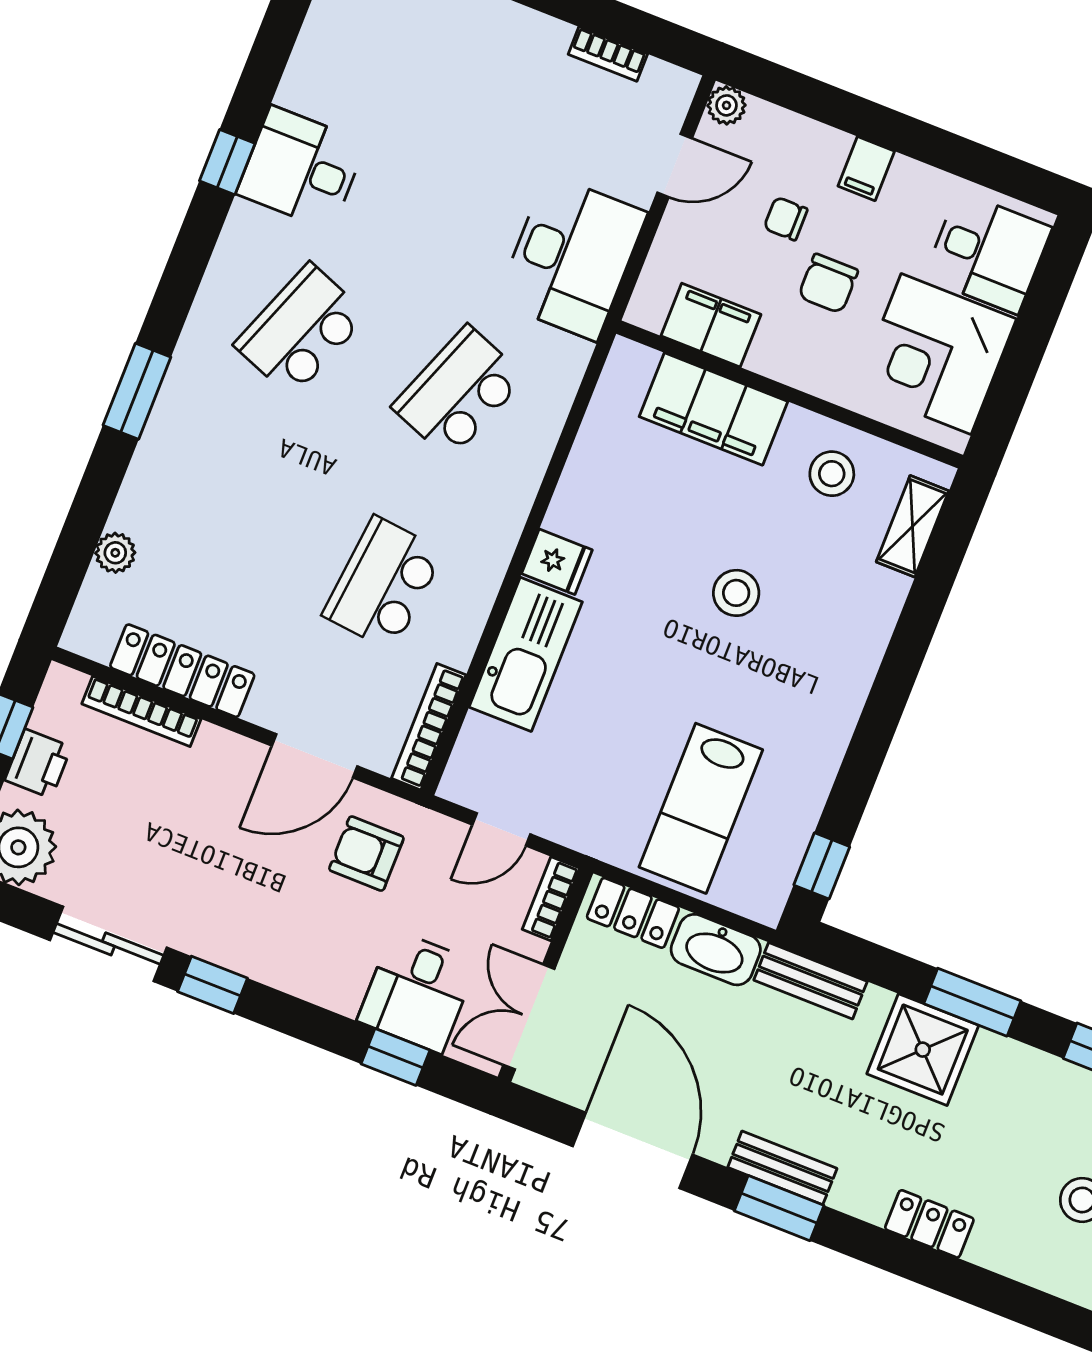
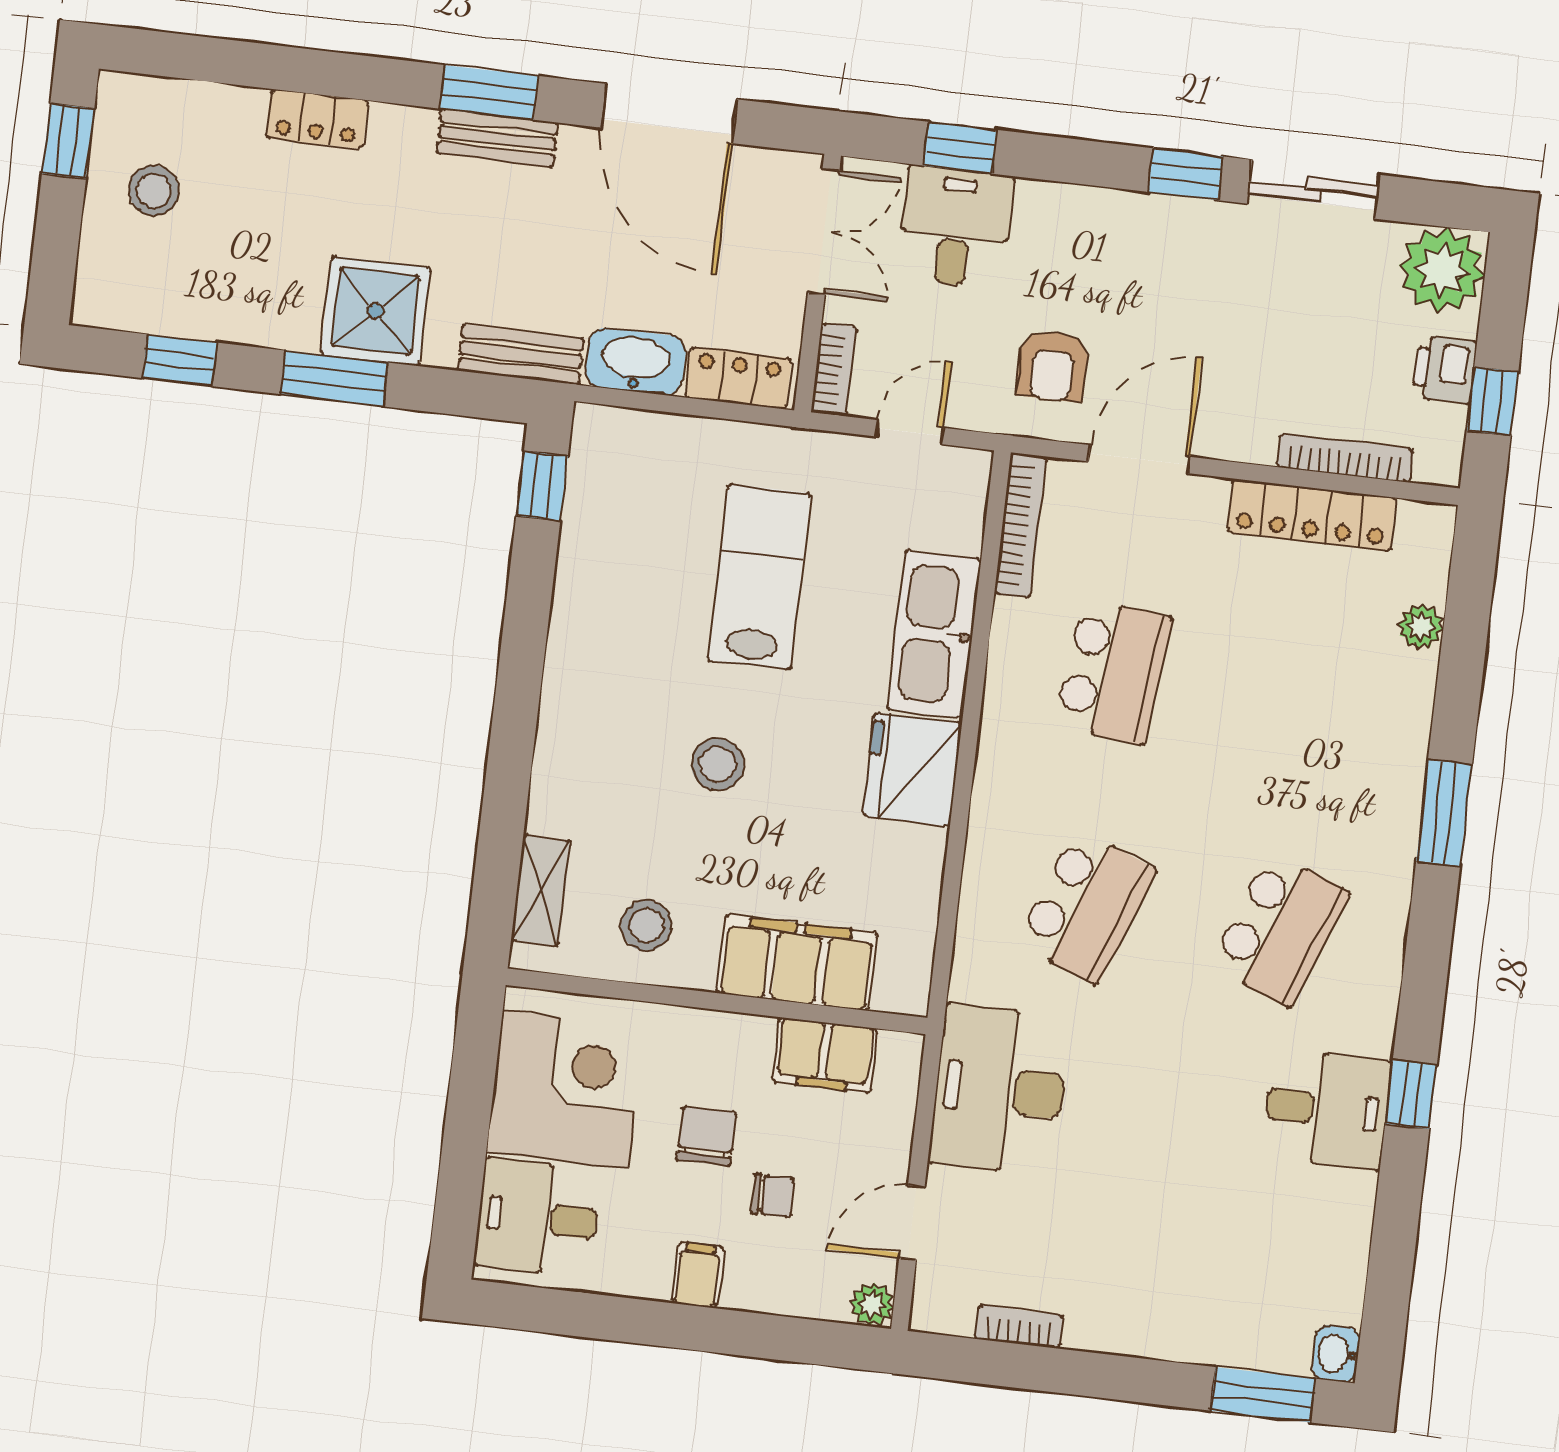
fridge: (557, 562) -> (912, 770), width x1.88, depth x1.34
lab bench: (701, 808) -> (759, 577), moved
armchair: (366, 854) -> (1053, 366), turned 90

